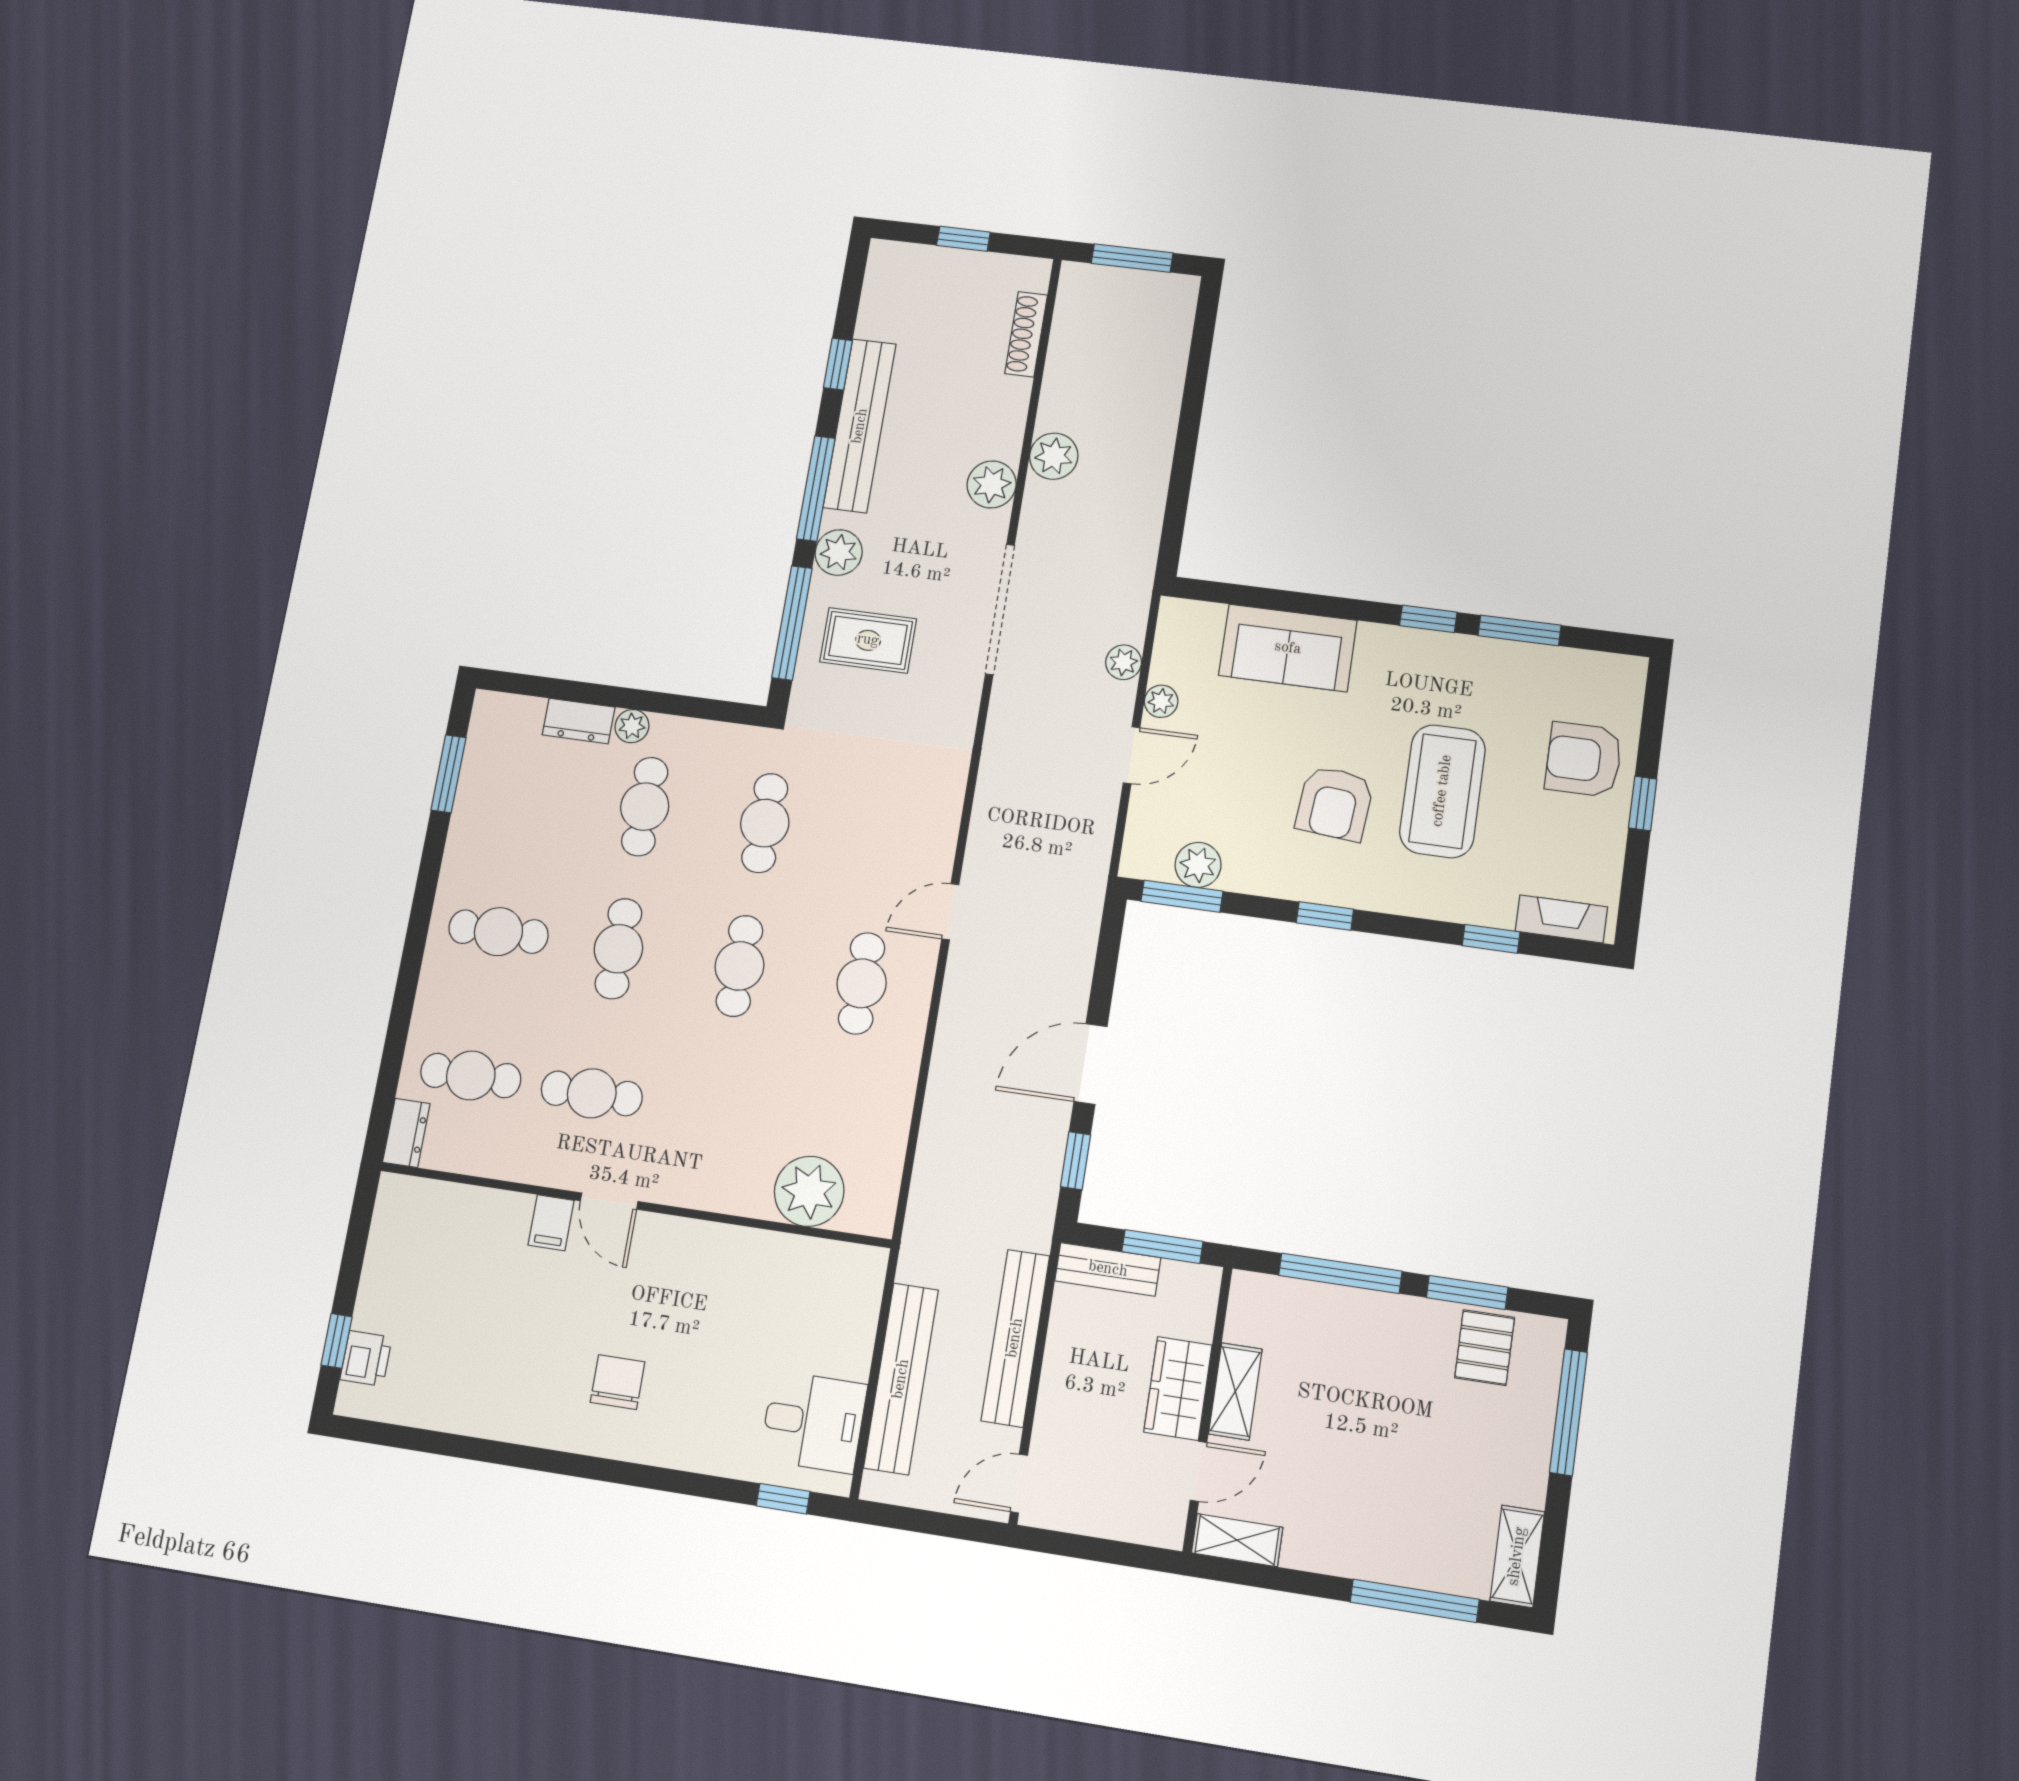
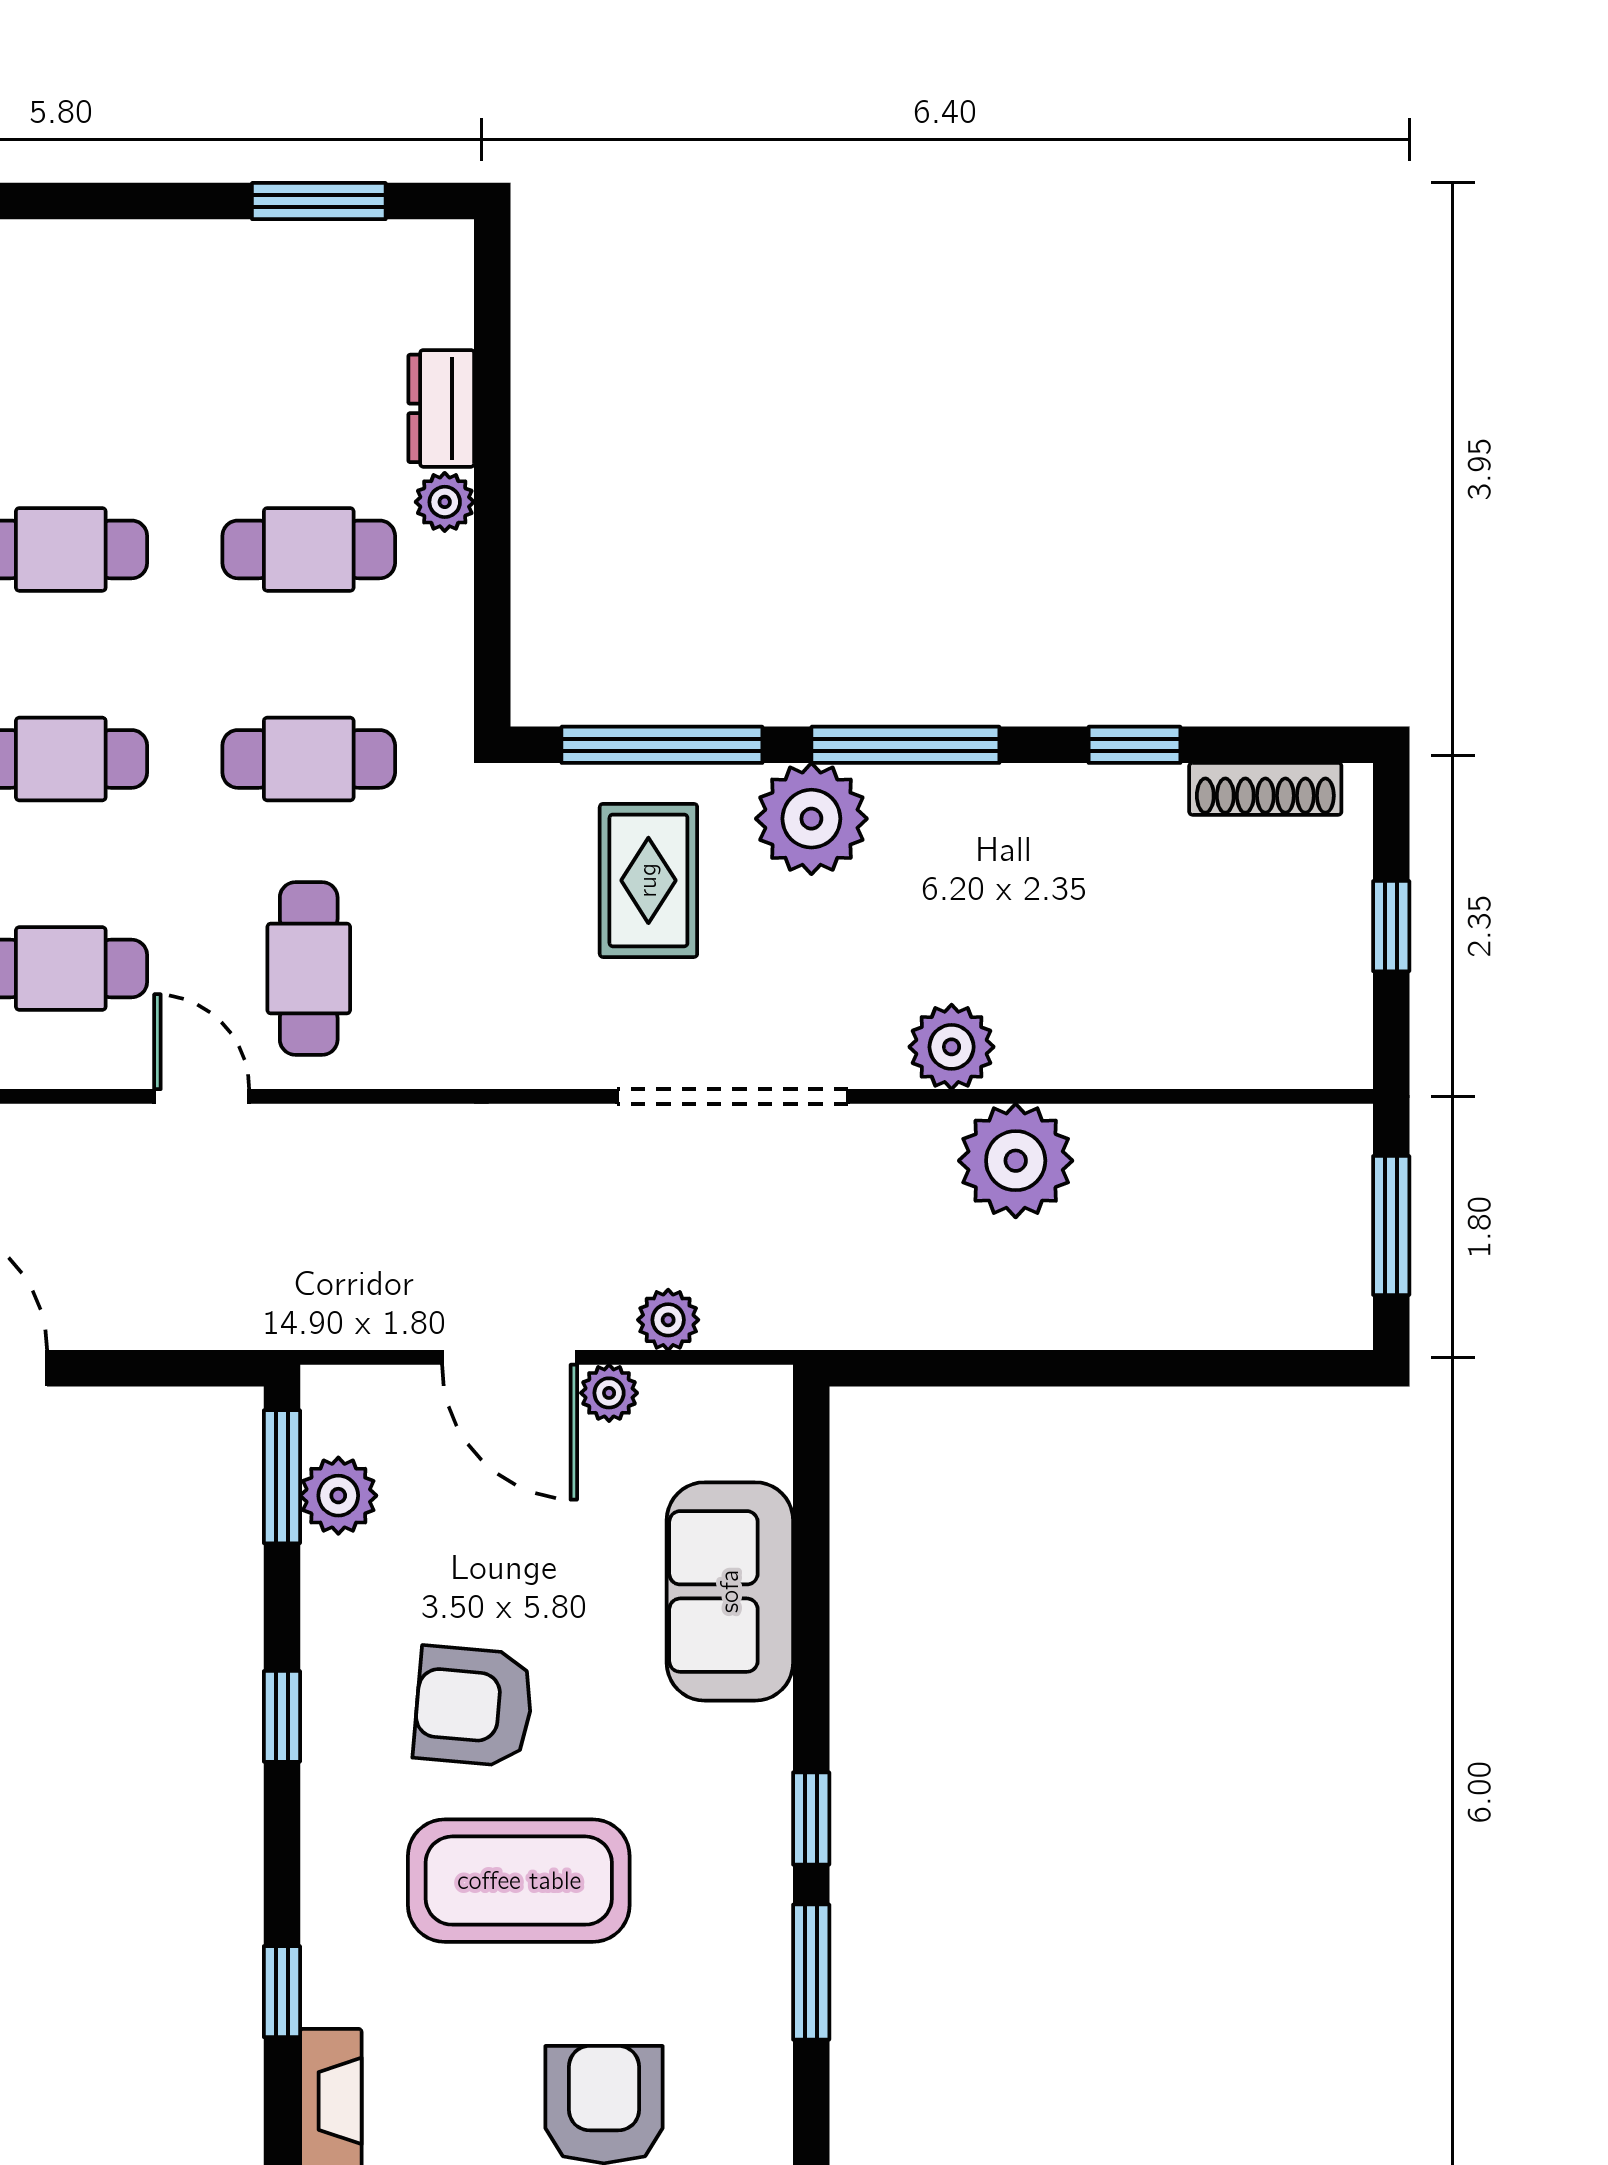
shoe rack: (1026, 334) -> (1265, 789), moved, turned 180
bench: (860, 426) -> (1028, 802), removed
plant: (1054, 456) -> (1016, 1161), width x1.36, depth x1.36
plant: (839, 552) -> (811, 819), width x1.36, depth x1.36
door: (1132, 755) -> (510, 1357), width x1.38
cafe table: (498, 932) -> (309, 969), moved

